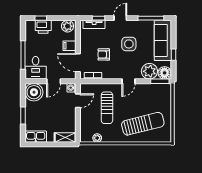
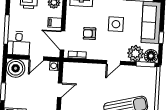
door: (78, 101) -> (60, 90), moved
sun lounger: (107, 108) -> (90, 88), removed

